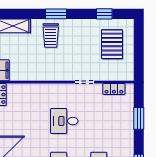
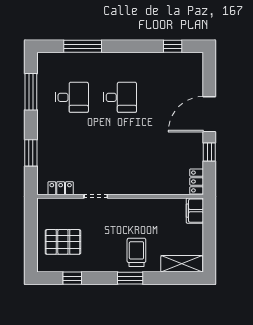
pallet: (112, 44) -> (63, 242), turned 90
desk: (64, 121) -> (120, 150), removed

